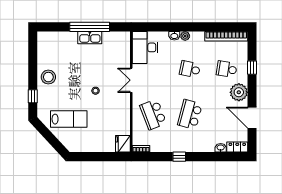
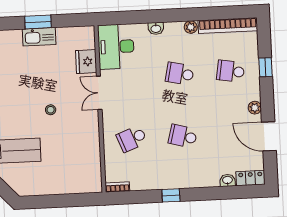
window: (90, 27) -> (38, 22), width x0.47
plant: (185, 36) -> (191, 27), moved
plant: (239, 92) -> (255, 108), width x0.53, depth x0.53
school desk: (153, 114) -> (132, 139), width x0.54
school desk: (190, 114) -> (183, 136), width x0.54
fridge: (123, 144) -> (86, 62), moved

